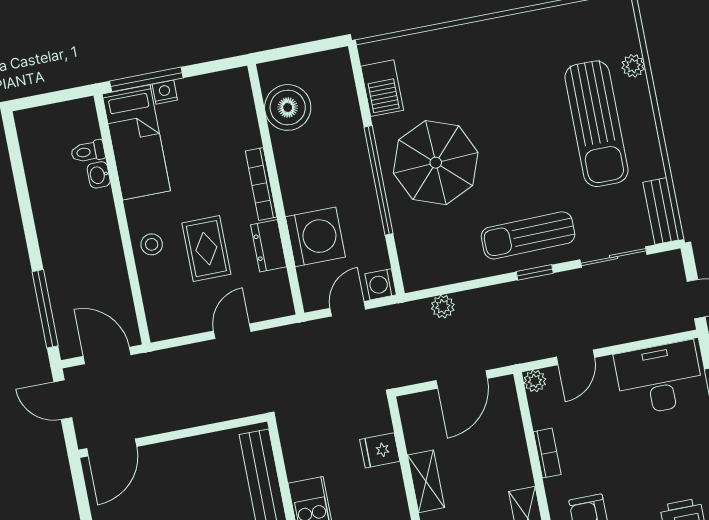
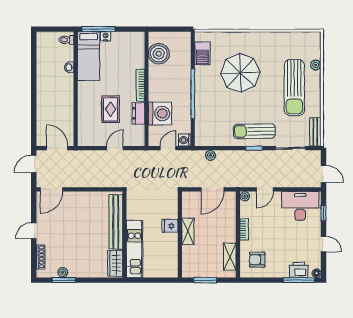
toilet: (88, 152) -> (66, 40), moved
parasol: (436, 163) -> (240, 73), moved
stool: (152, 244) -> (87, 103), removed
window: (45, 309) -> (34, 122), removed
door: (63, 400) -> (34, 164), hinge flipped
fridge: (380, 450) -> (170, 226), moved

